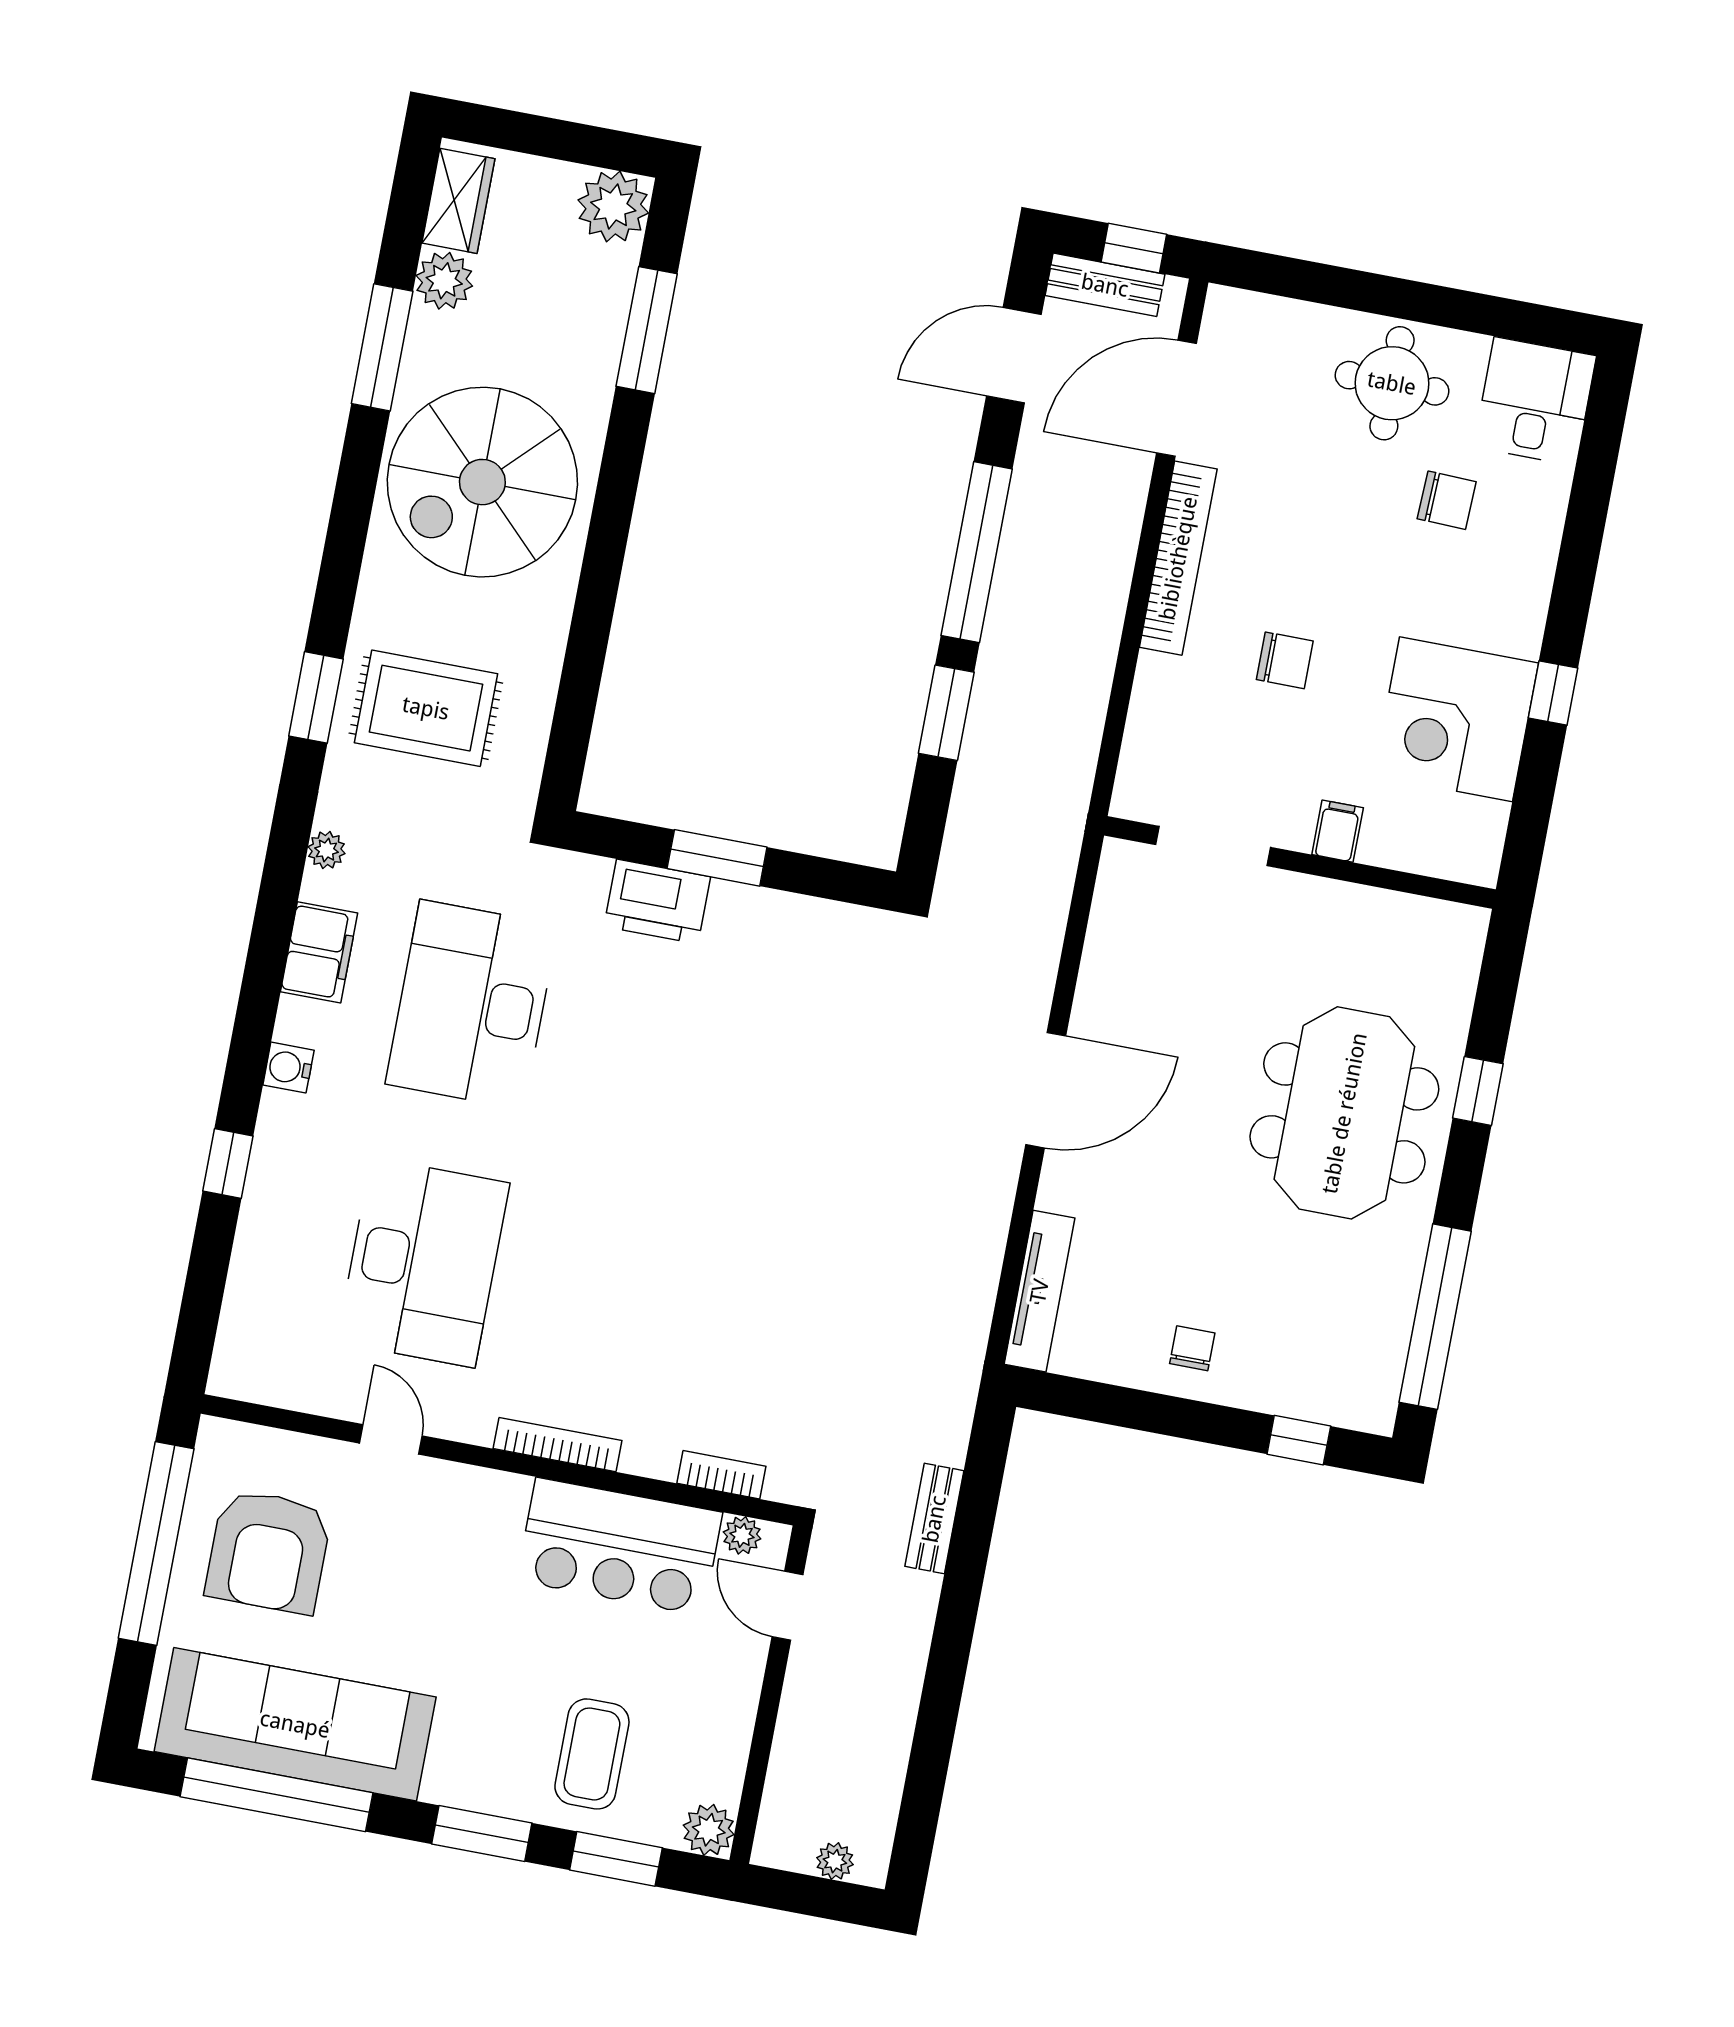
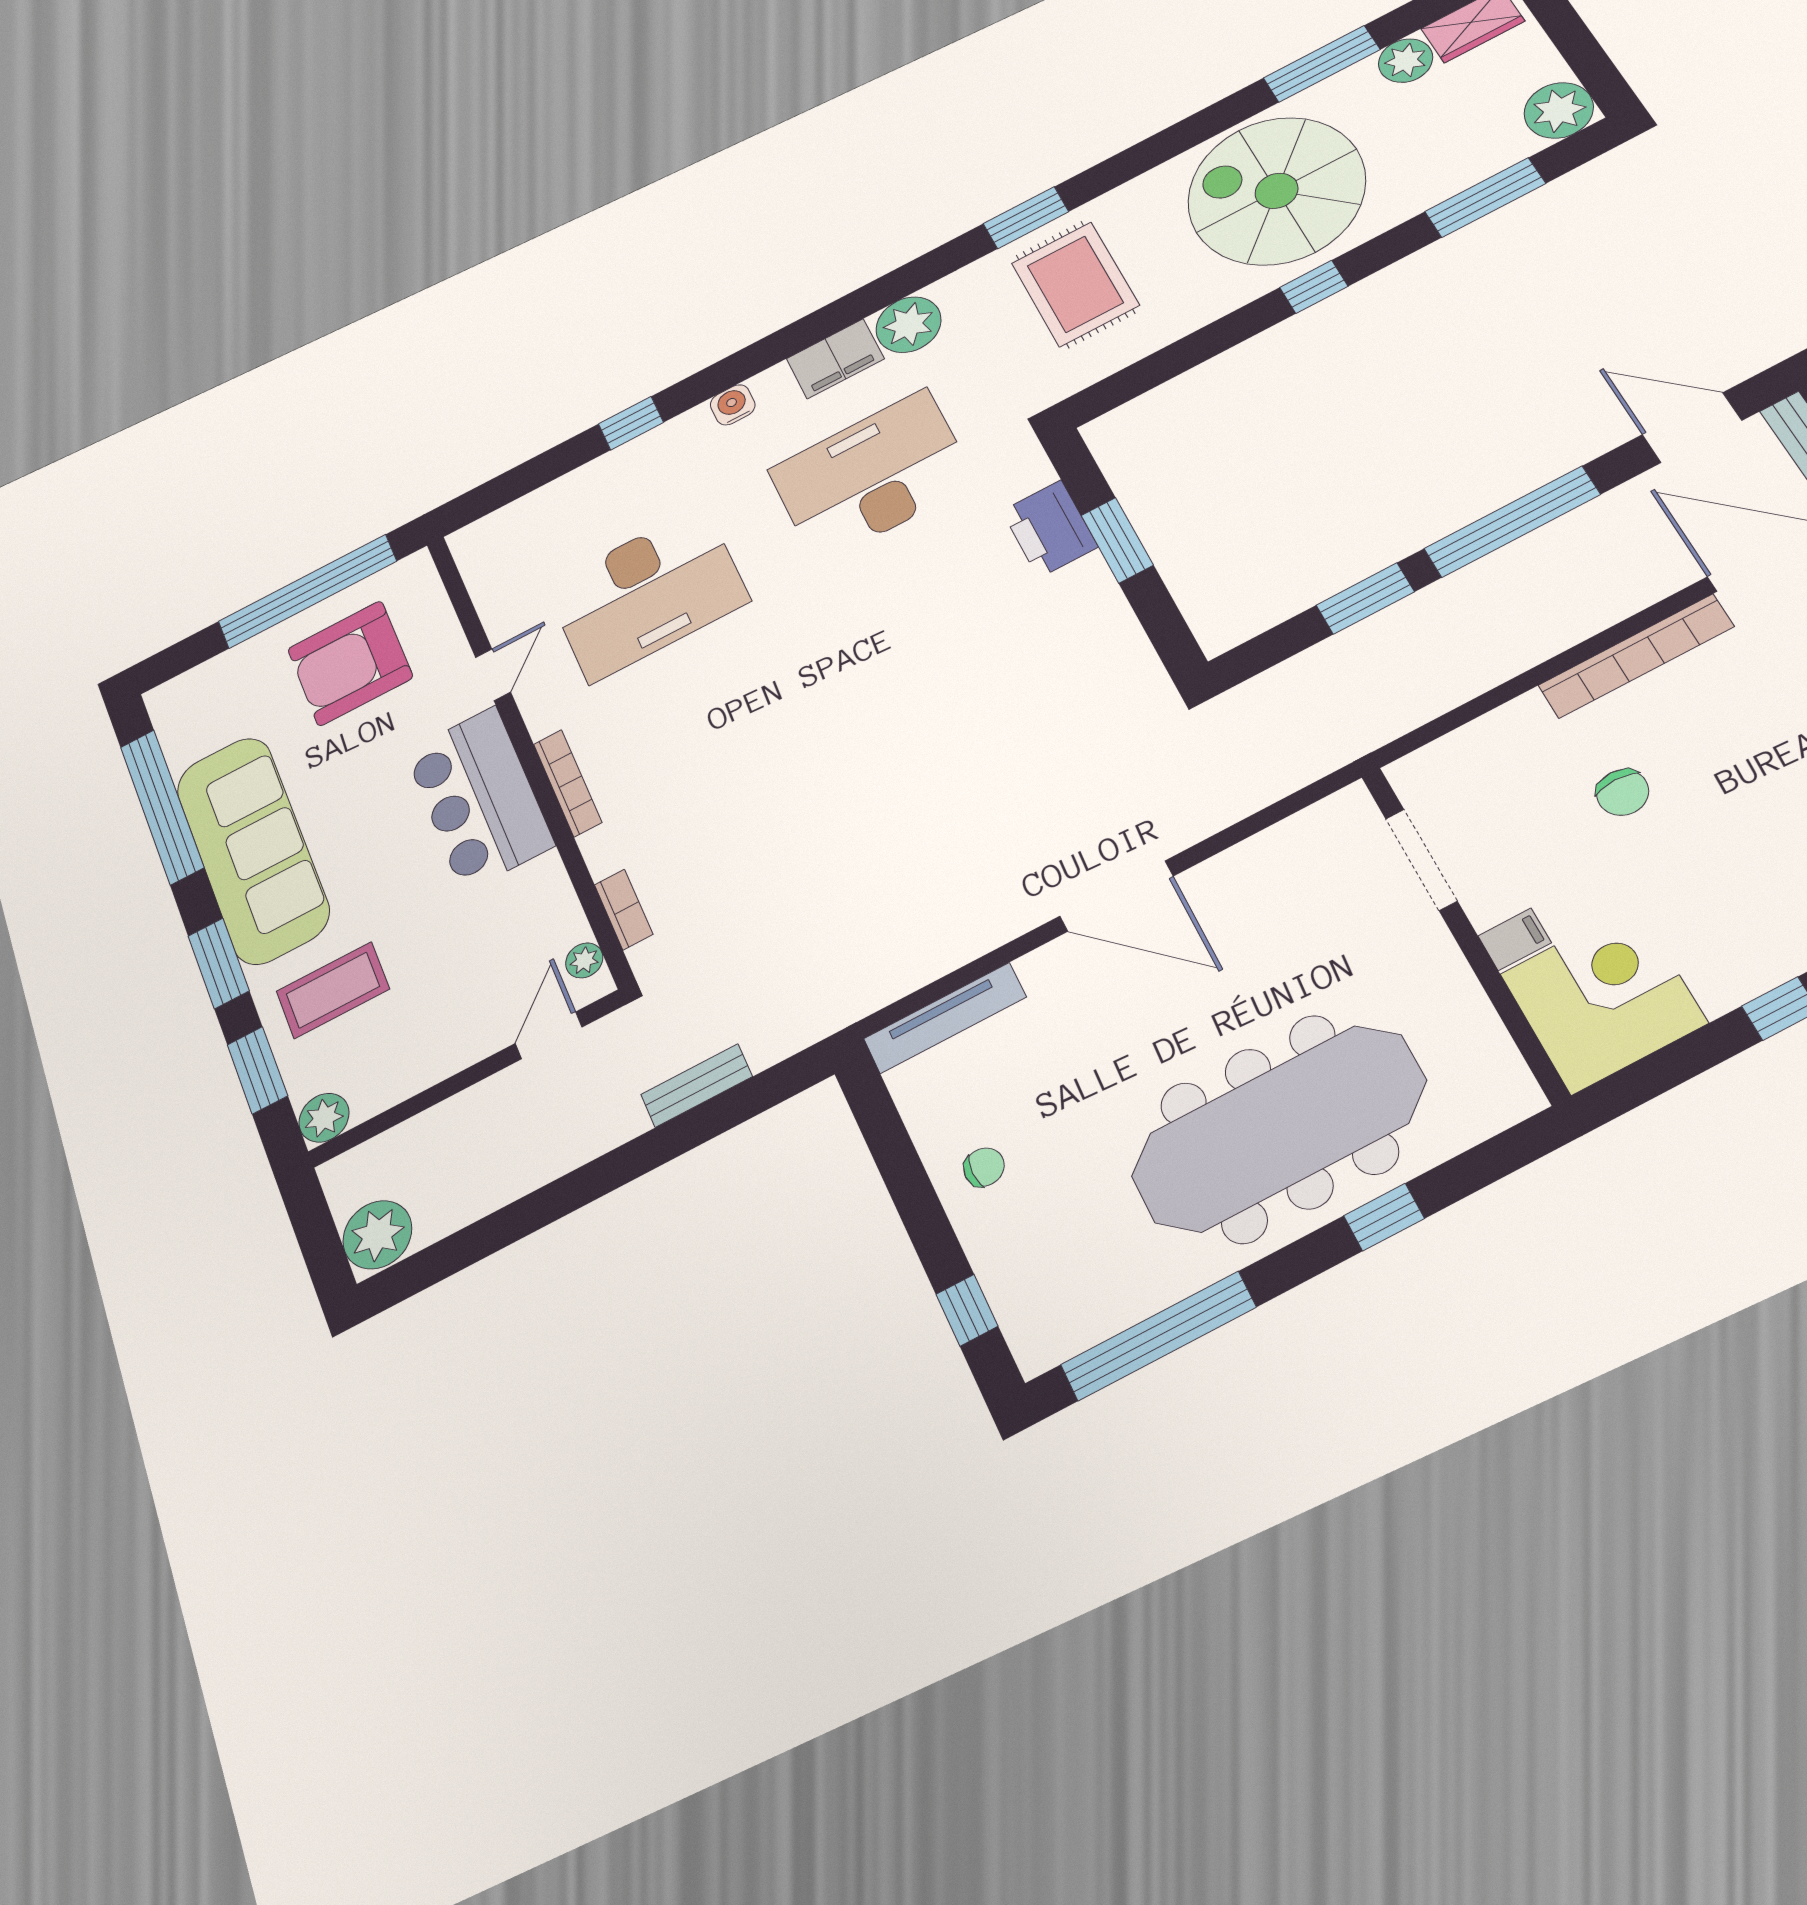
window: (609, 527) -> (1314, 287), added
corner desk: (1456, 719) -> (1604, 998), moved, turned 90
plant: (326, 850) -> (909, 325), width x1.87, depth x1.87
meeting table: (1344, 1113) -> (1279, 1128), width x1.36
bar counter: (620, 1547) -> (479, 799), moved
sofa: (295, 1724) -> (253, 850), moved
plant: (835, 1861) -> (377, 1235), width x1.88, depth x1.88

